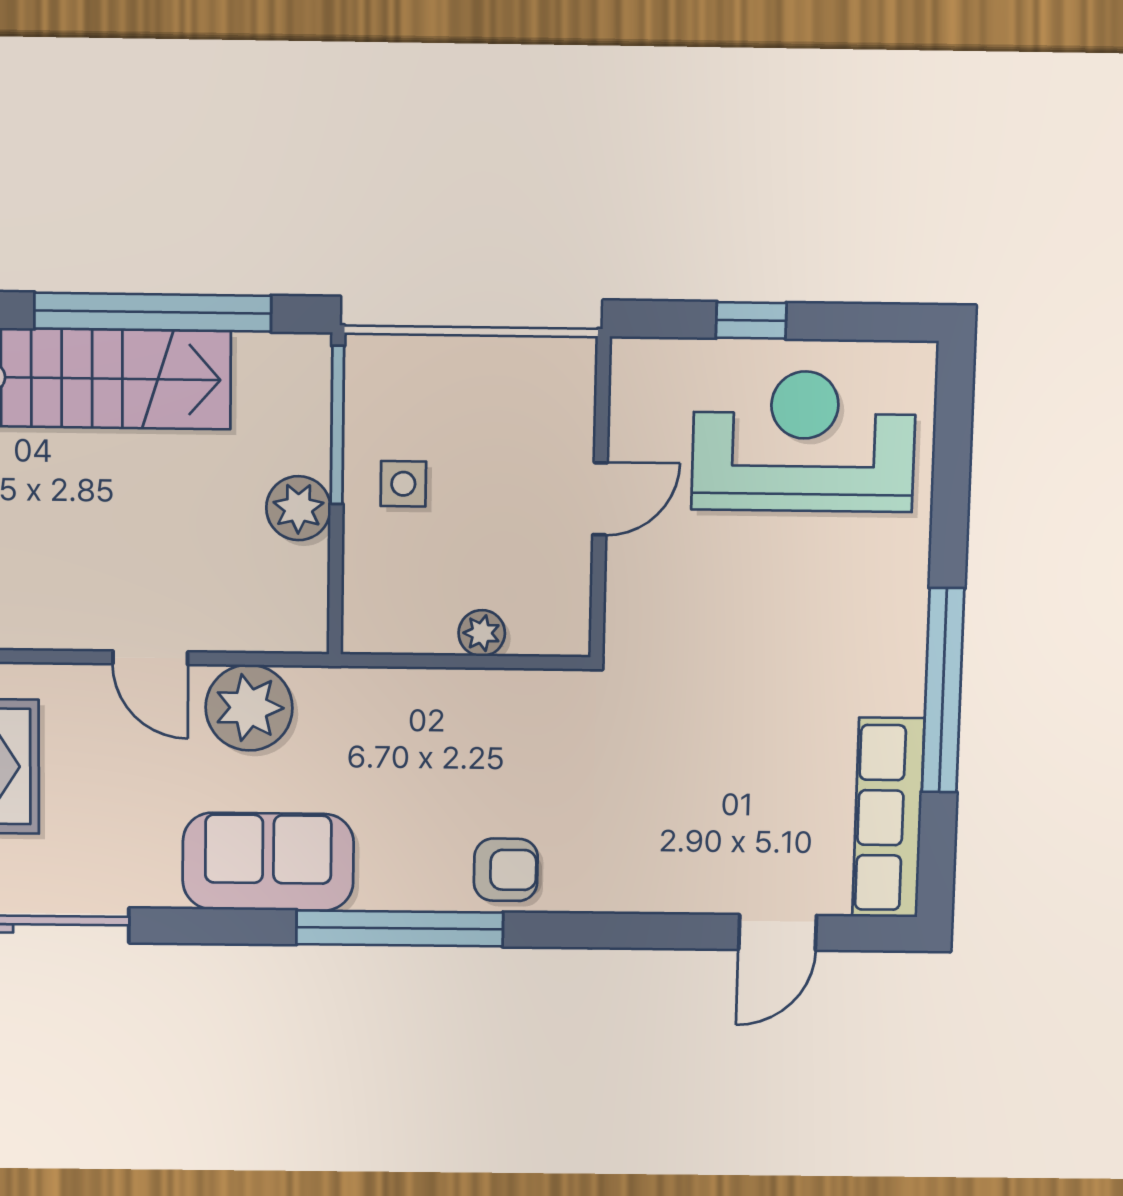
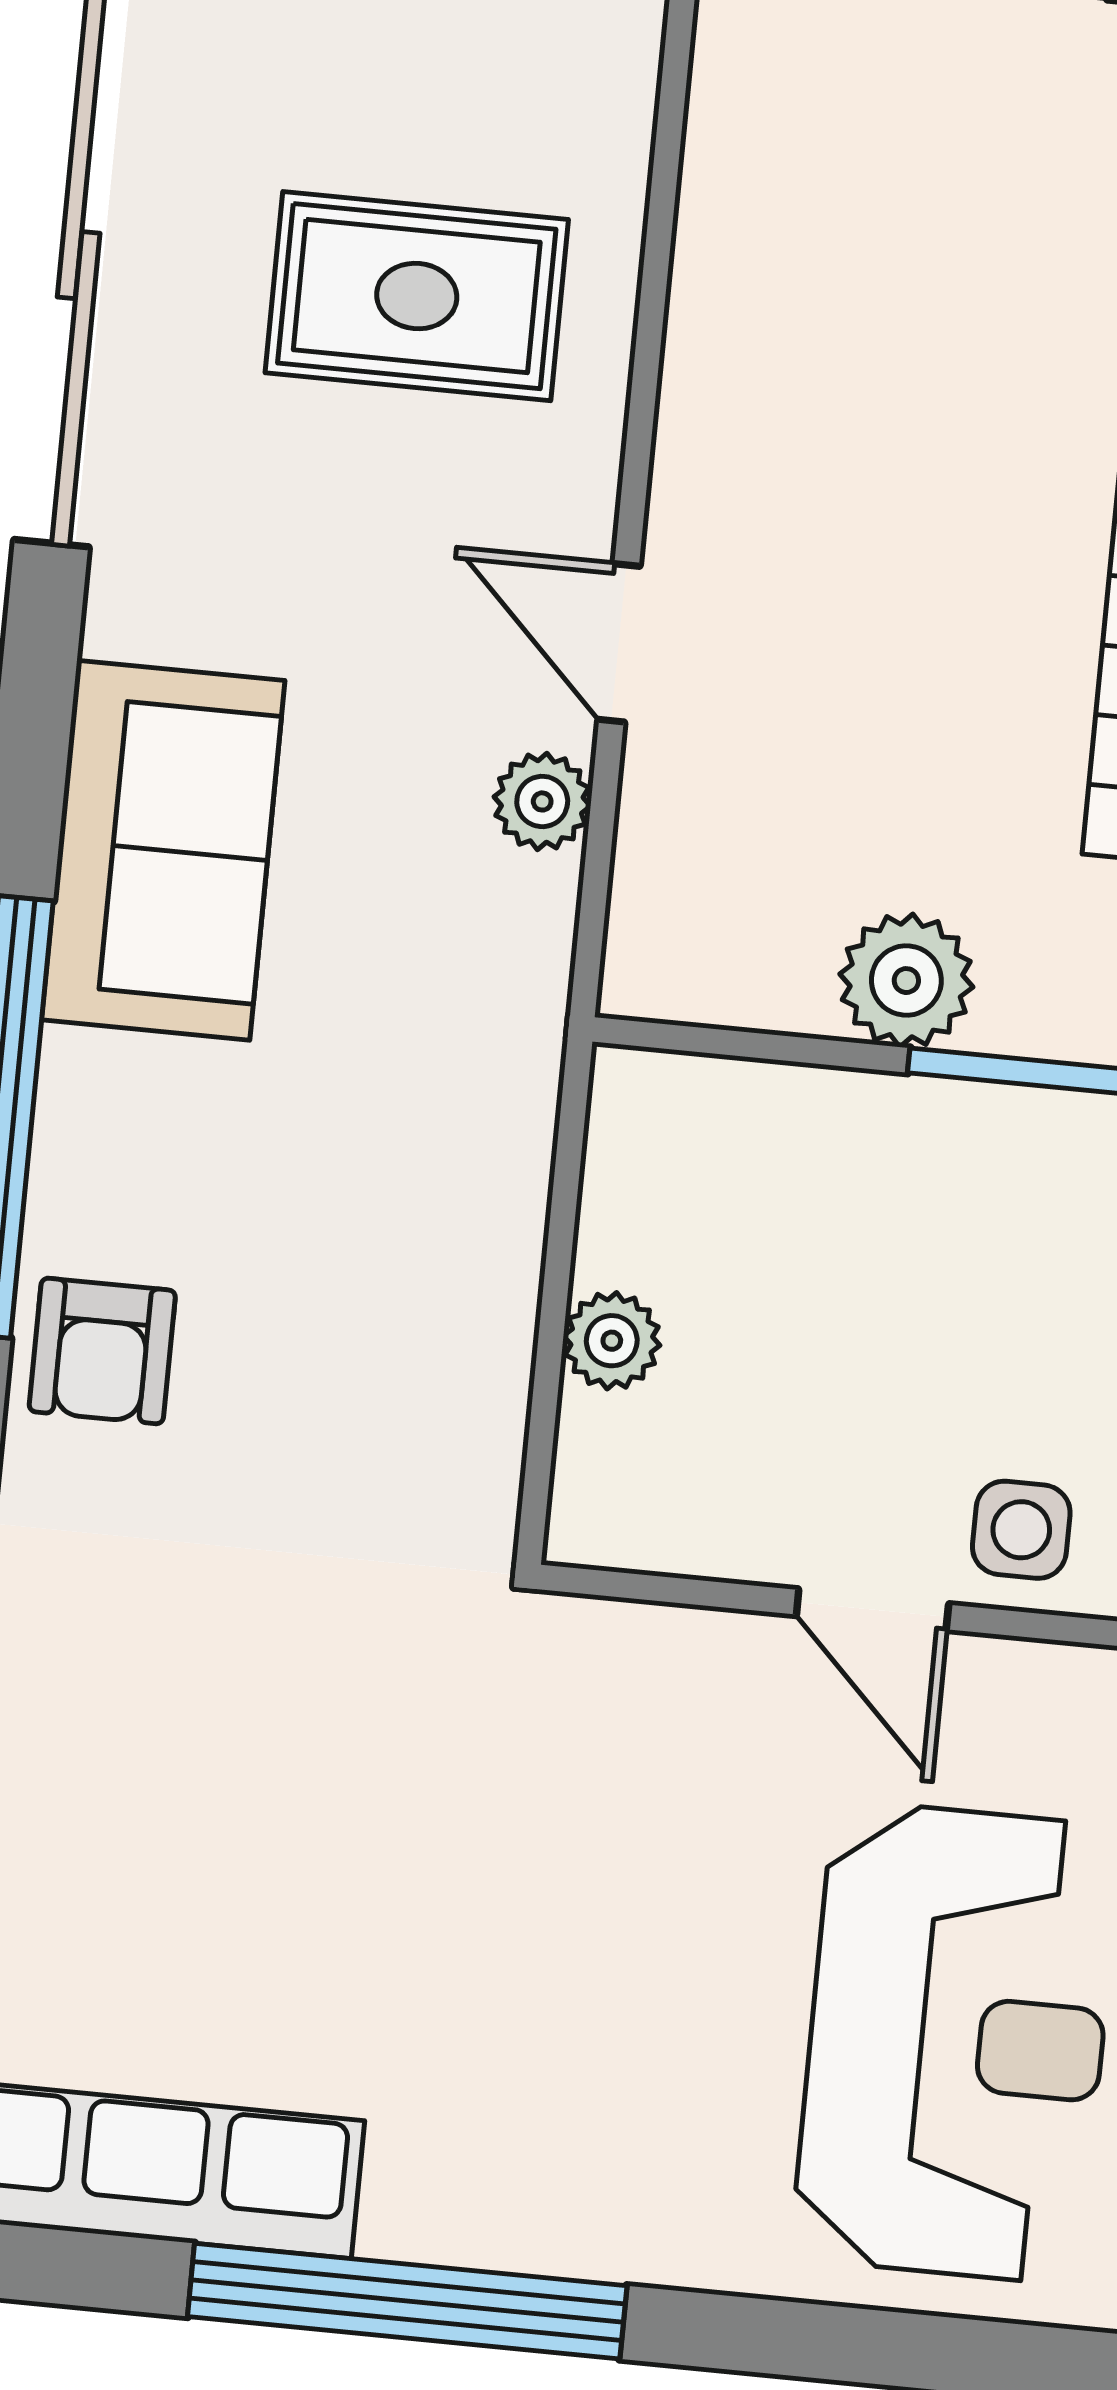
side table: (403, 484) -> (1021, 1530), moved
door: (150, 658) -> (619, 643), hinge flipped
plant: (249, 708) -> (542, 801), width x0.53, depth x0.53

